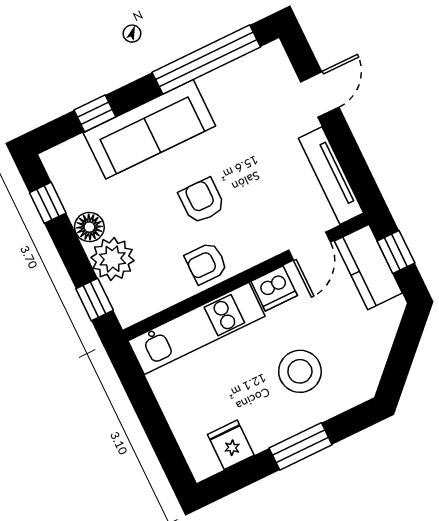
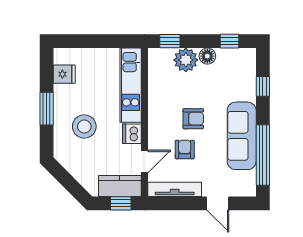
sofa: (149, 129) -> (242, 136), moved
door: (309, 246) -> (145, 162), swing flipped
armchair: (206, 263) -> (185, 149), moved

